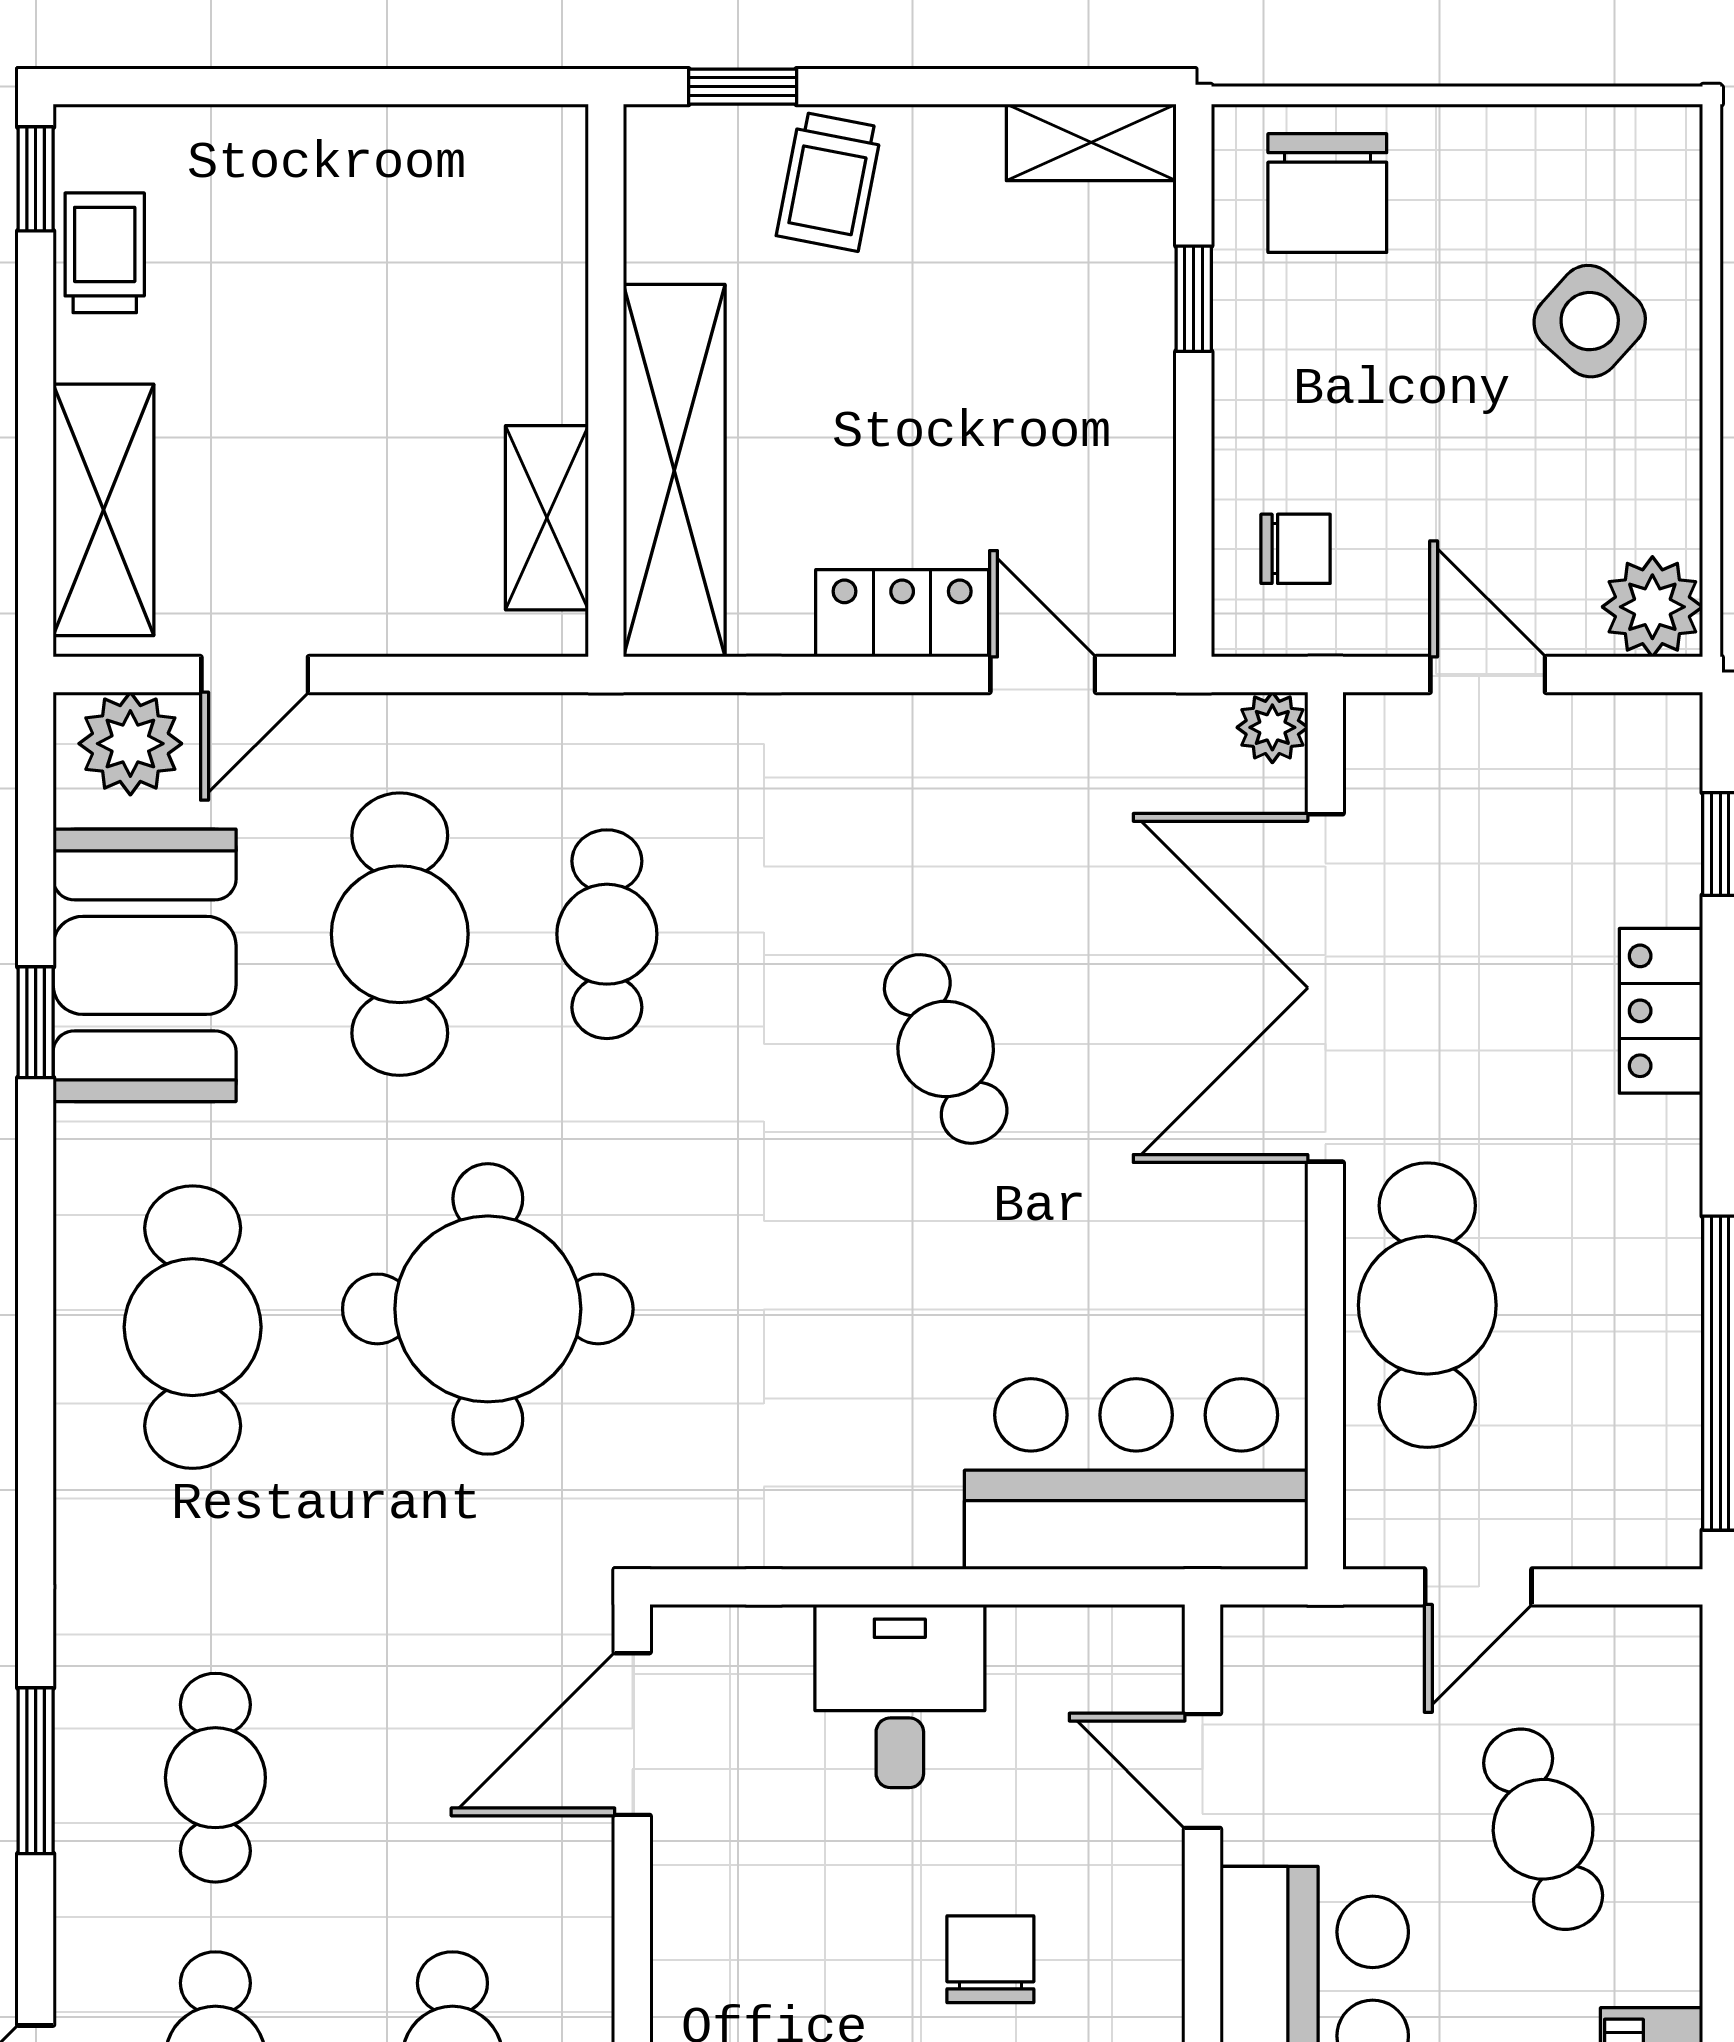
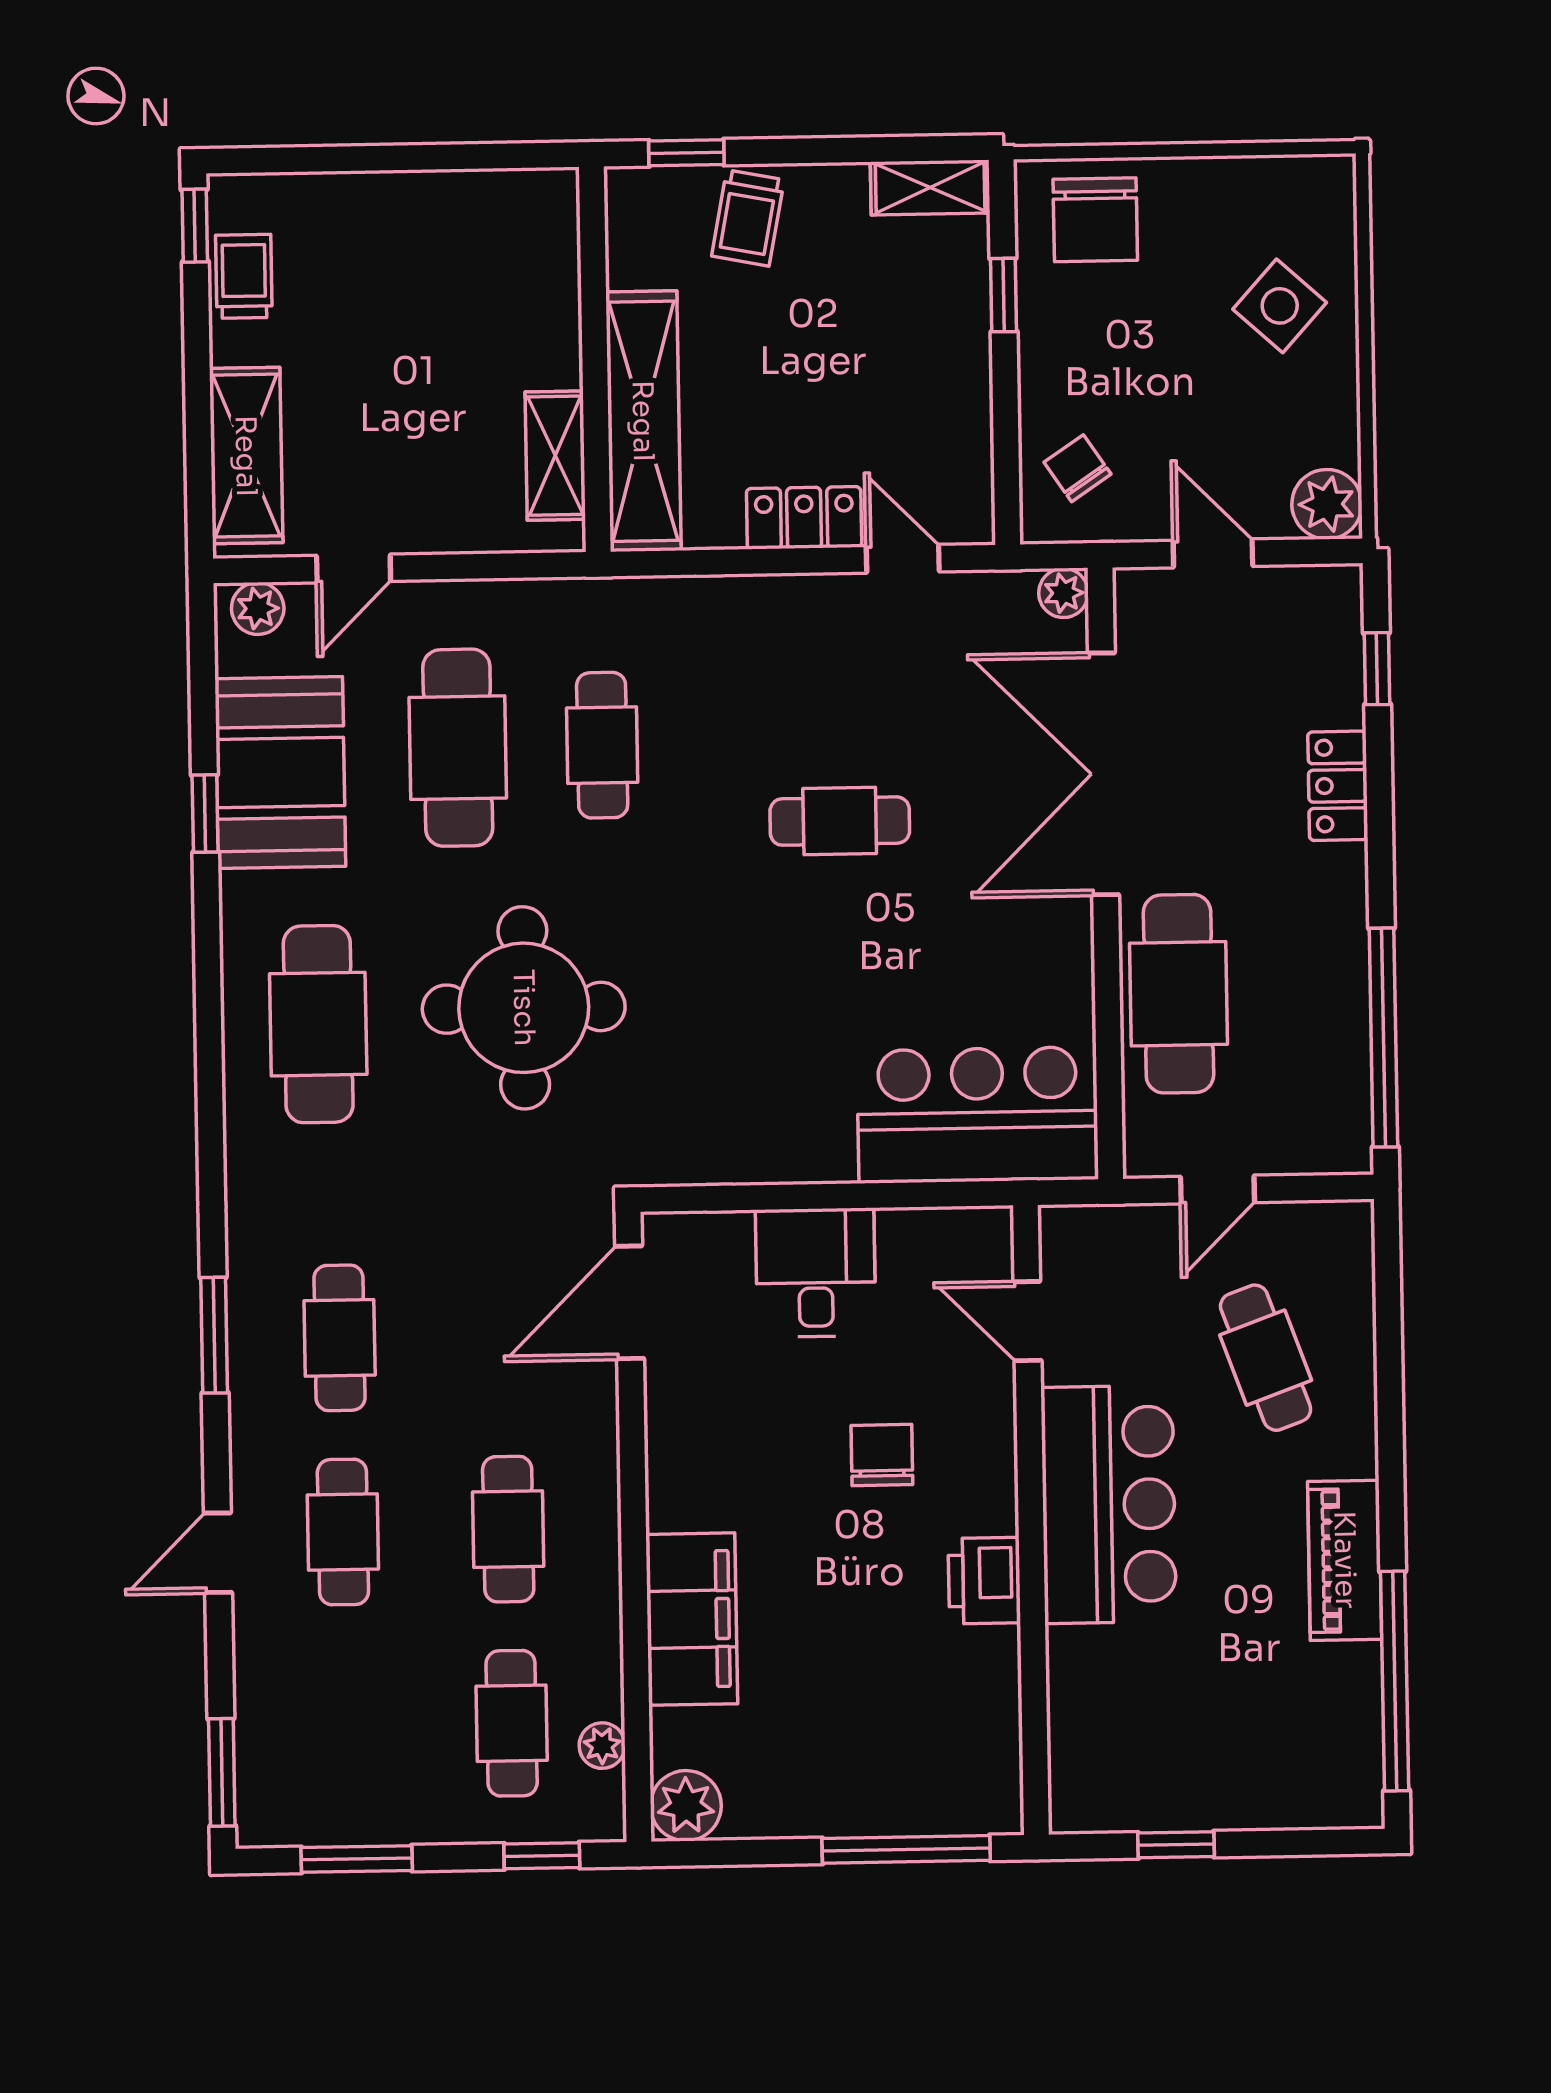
chair: (1296, 549) -> (1078, 468), turned -124
plant: (130, 744) -> (258, 608), width x0.73, depth x0.73
cafe table: (946, 1049) -> (840, 821), turned -66

